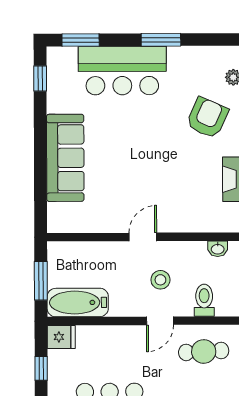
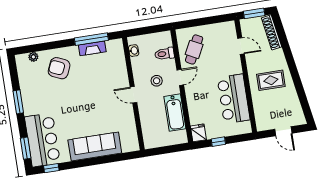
bar counter: (122, 71) -> (42, 140), moved
window: (41, 281) -> (168, 150), removed
bathtub: (78, 302) -> (175, 113), moved
door: (160, 321) -> (180, 77), hinge flipped
cafe table: (204, 351) -> (194, 49), turned 30

